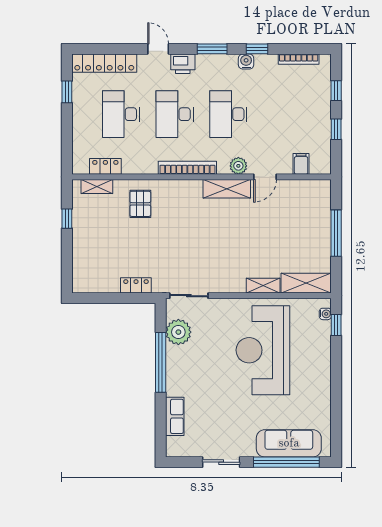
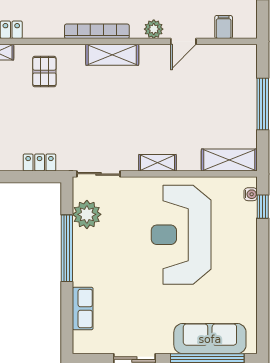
shelving: (227, 189) -> (112, 55), moved
shelving: (263, 286) -> (157, 163), moved

